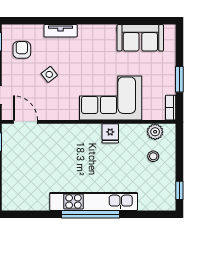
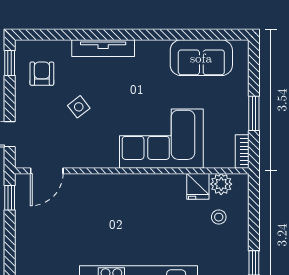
tv unit: (61, 31) -> (103, 48), width x1.41
door: (25, 122) -> (47, 171), swing flipped
fridge: (110, 133) -> (198, 186), moved

